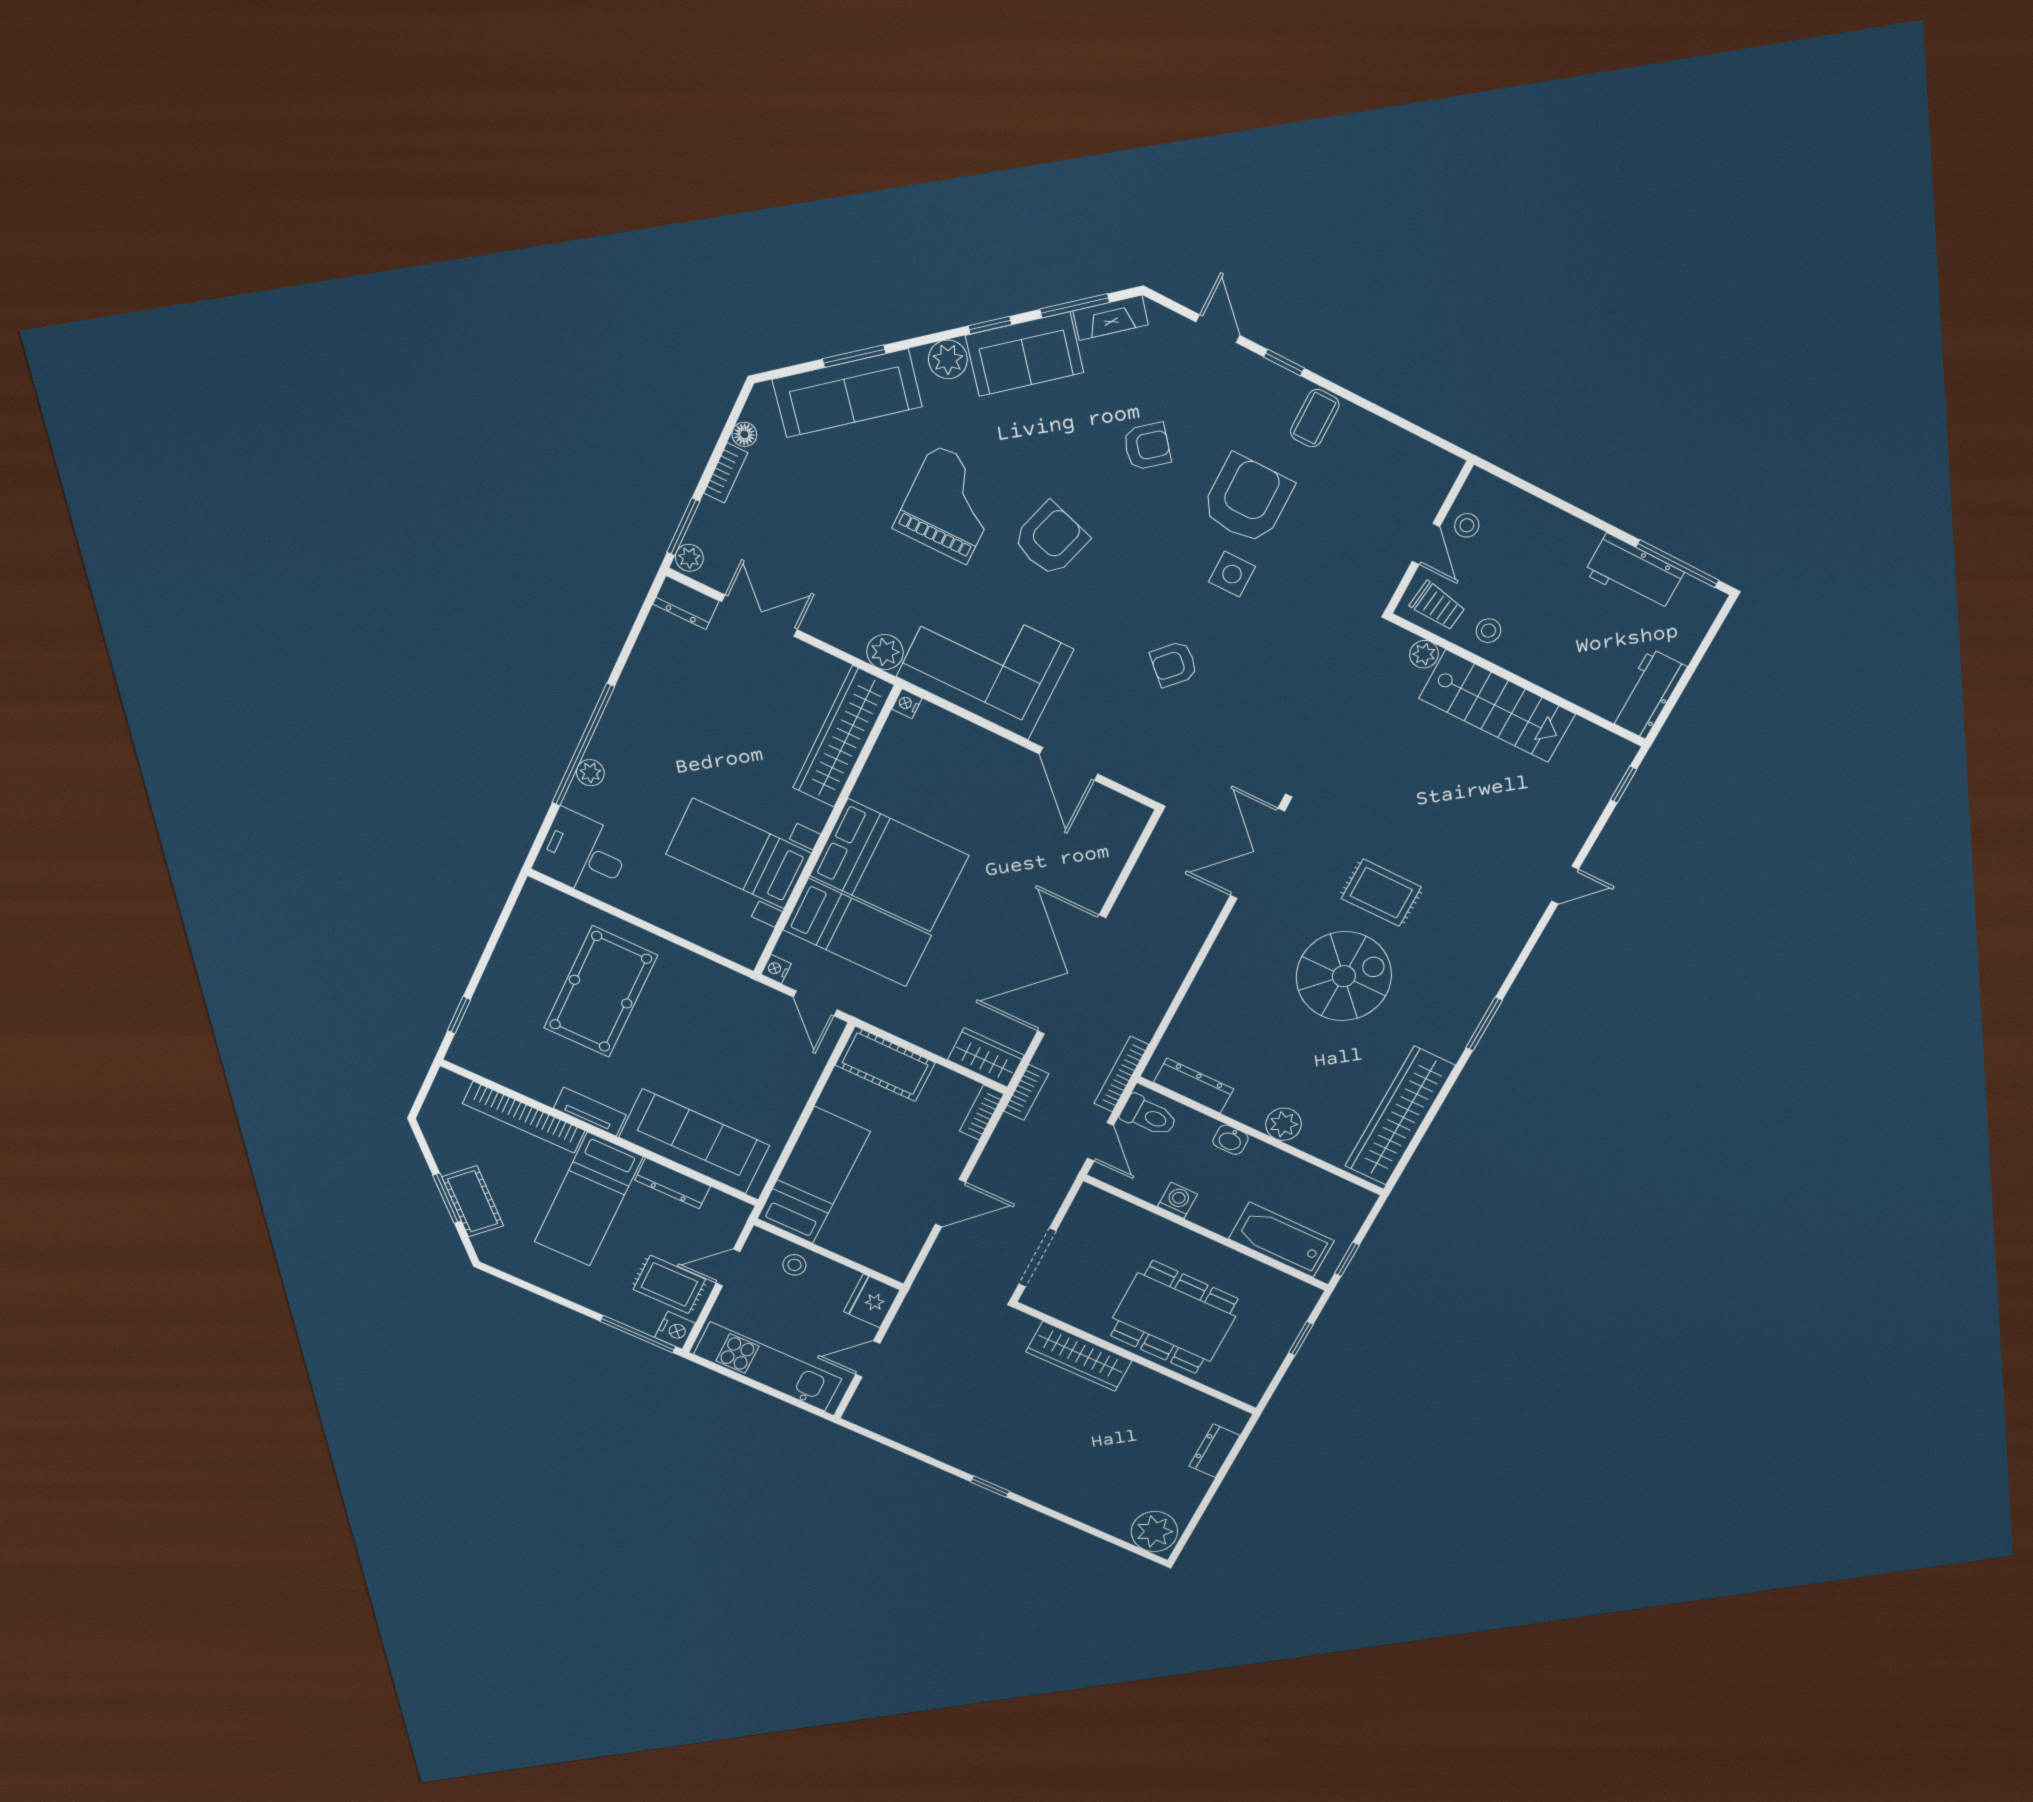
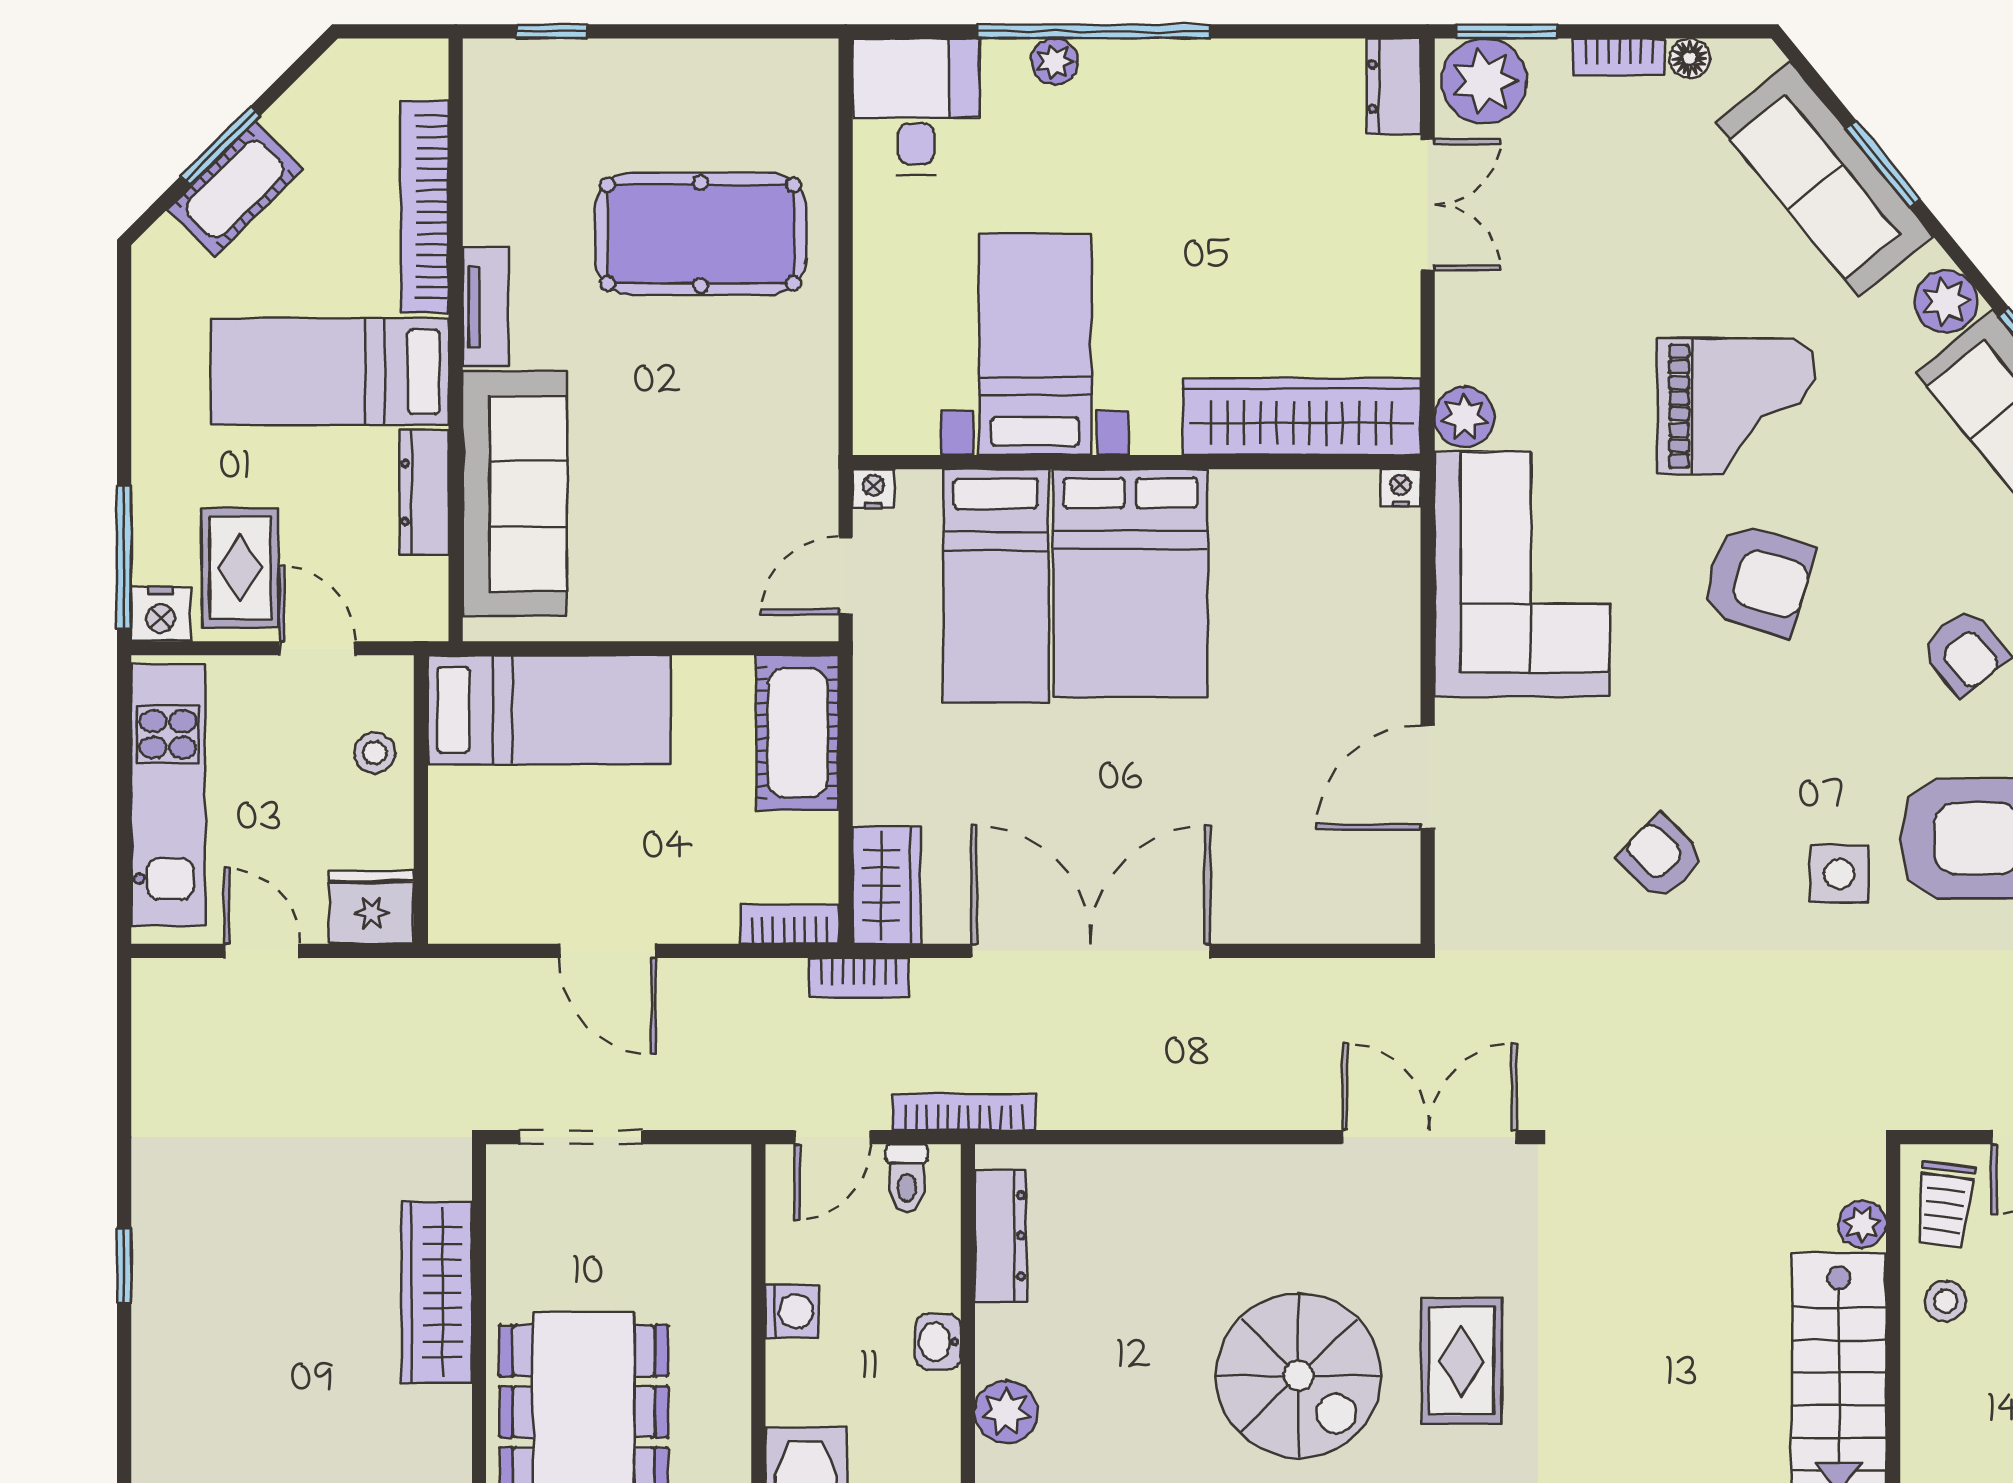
plant: (689, 558) -> (1484, 81), width x1.87, depth x1.87
toilet: (1149, 1116) -> (907, 1178), width x0.73, depth x0.72

